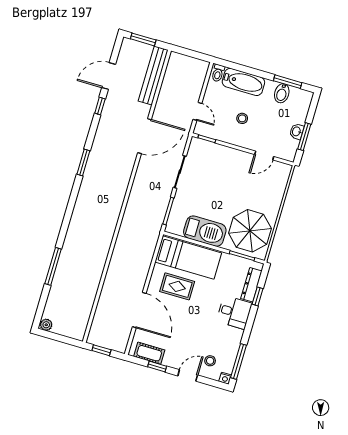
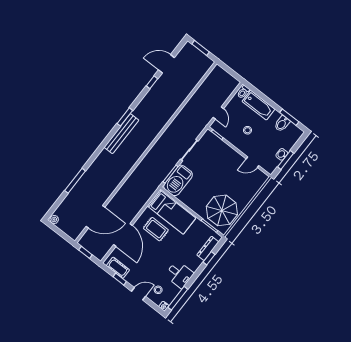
bench: (153, 75) -> (121, 134), moved
door: (144, 136) -> (96, 217), moved
barbecue: (205, 231) -> (178, 180), moved, turned 90
desk: (234, 312) -> (179, 274), moved

